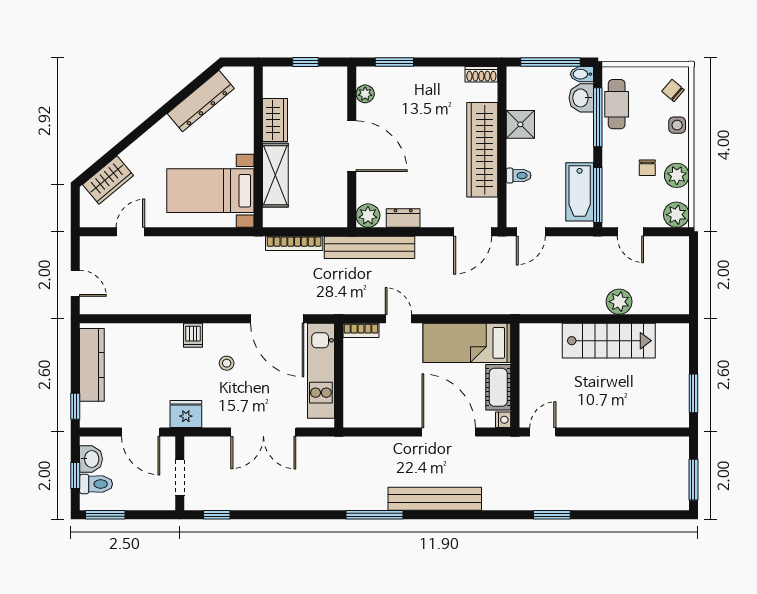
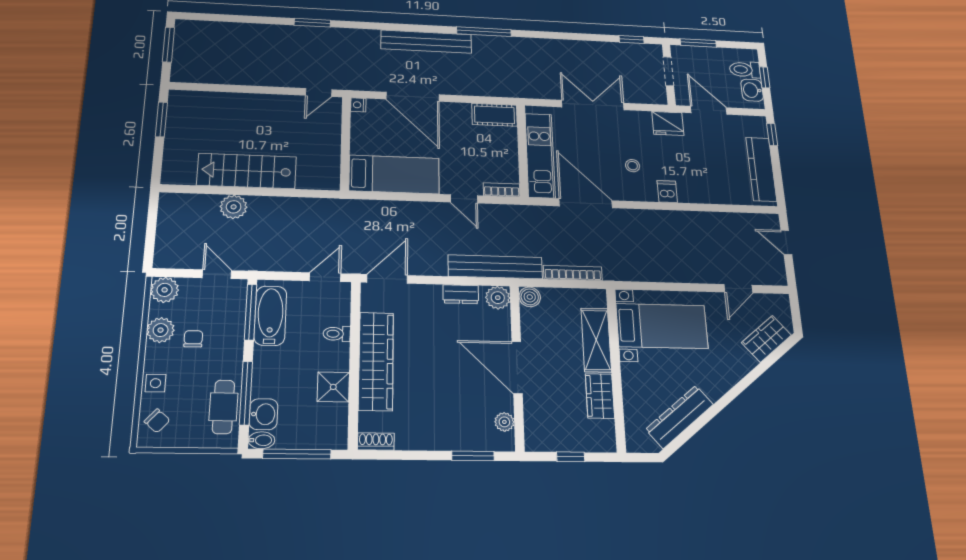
boiler: (337, 217) -> (530, 297), added
cot: (498, 387) -> (494, 115), moved, turned 90
window: (105, 515) -> (698, 43), moved

